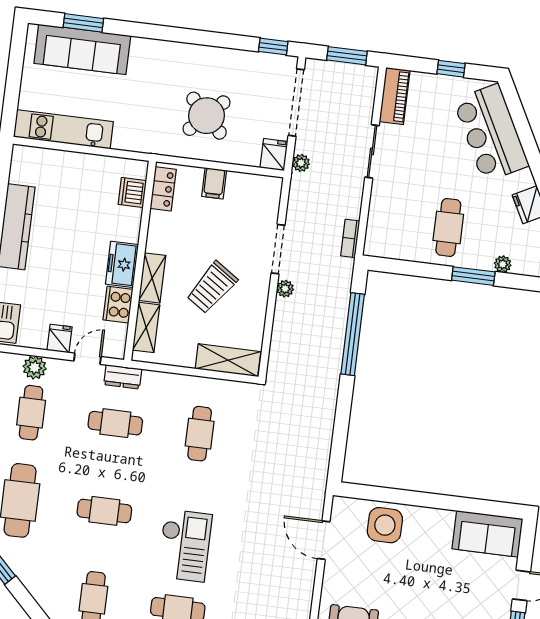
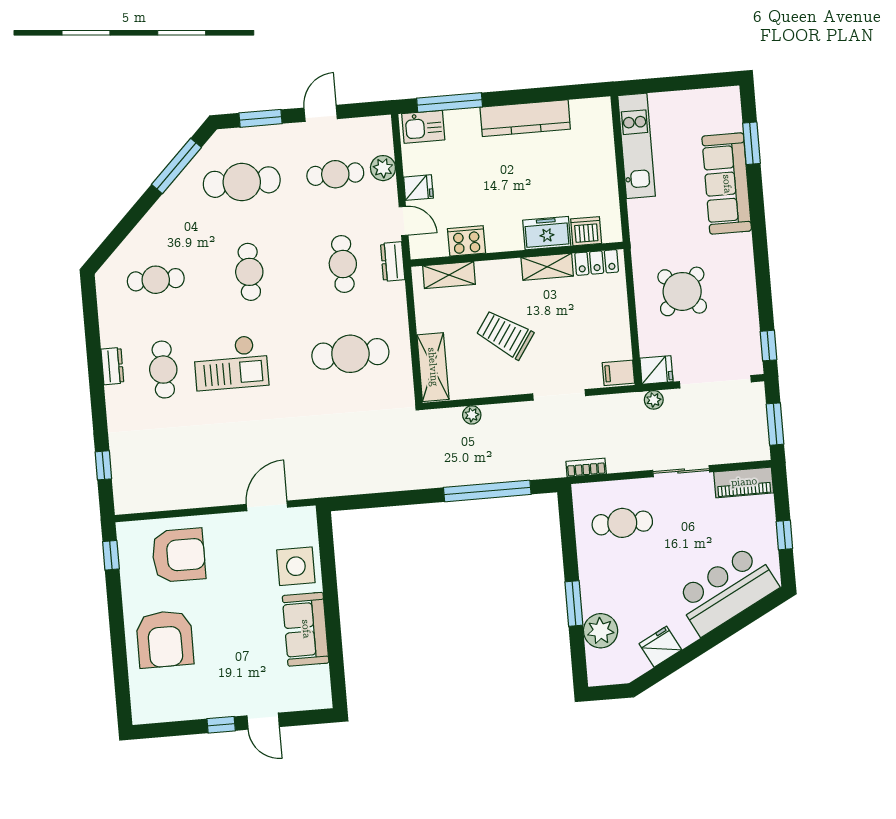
sofa: (82, 49) -> (727, 184), moved
filing cabinet: (214, 183) -> (618, 373), moved
cafe table: (448, 227) -> (622, 523), moved
freezer: (122, 264) -> (547, 233), moved
plant: (503, 264) -> (601, 631), width x1.88, depth x1.88
shelving: (152, 278) -> (547, 267), moved
plant: (285, 289) -> (472, 415), moved
cafe table: (200, 434) -> (350, 354), width x1.37, depth x1.35
sofa: (487, 534) -> (306, 629), moved

